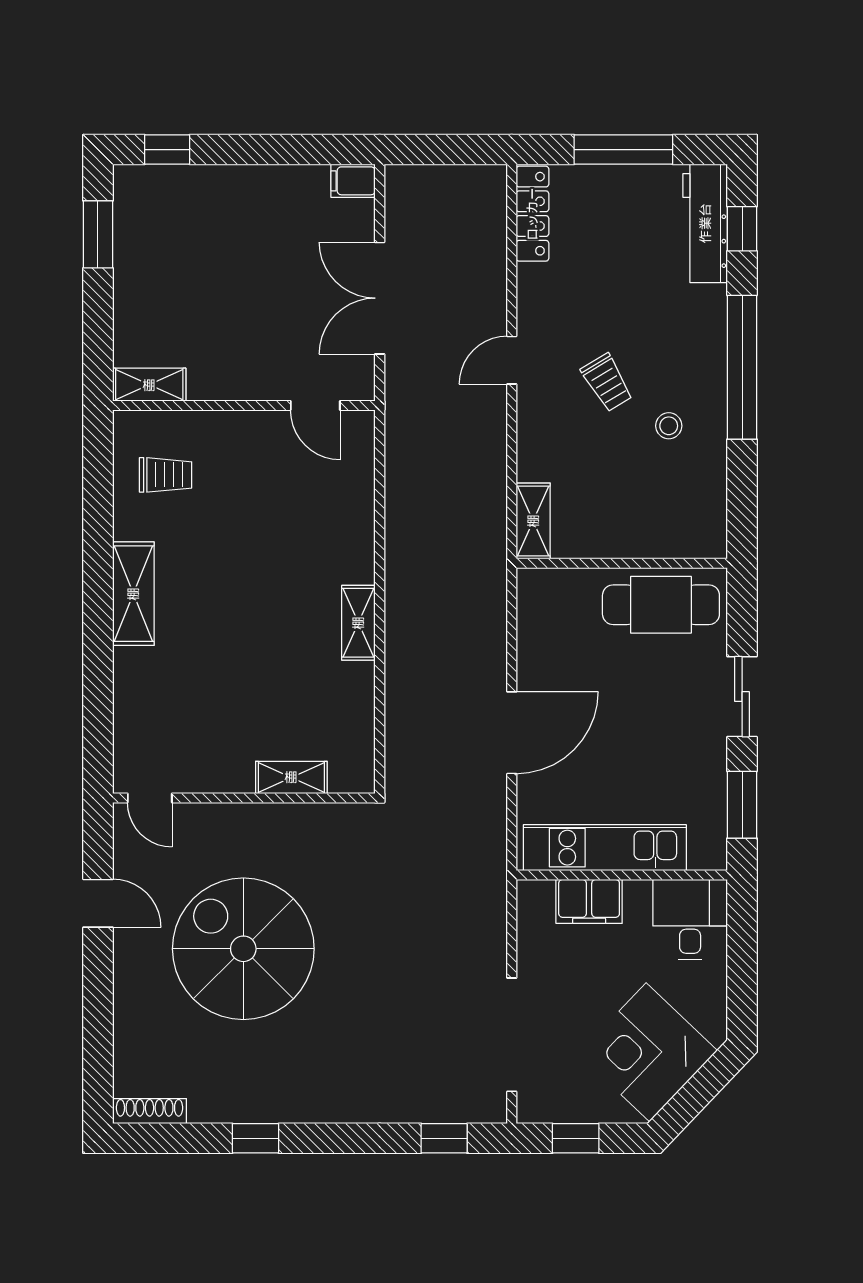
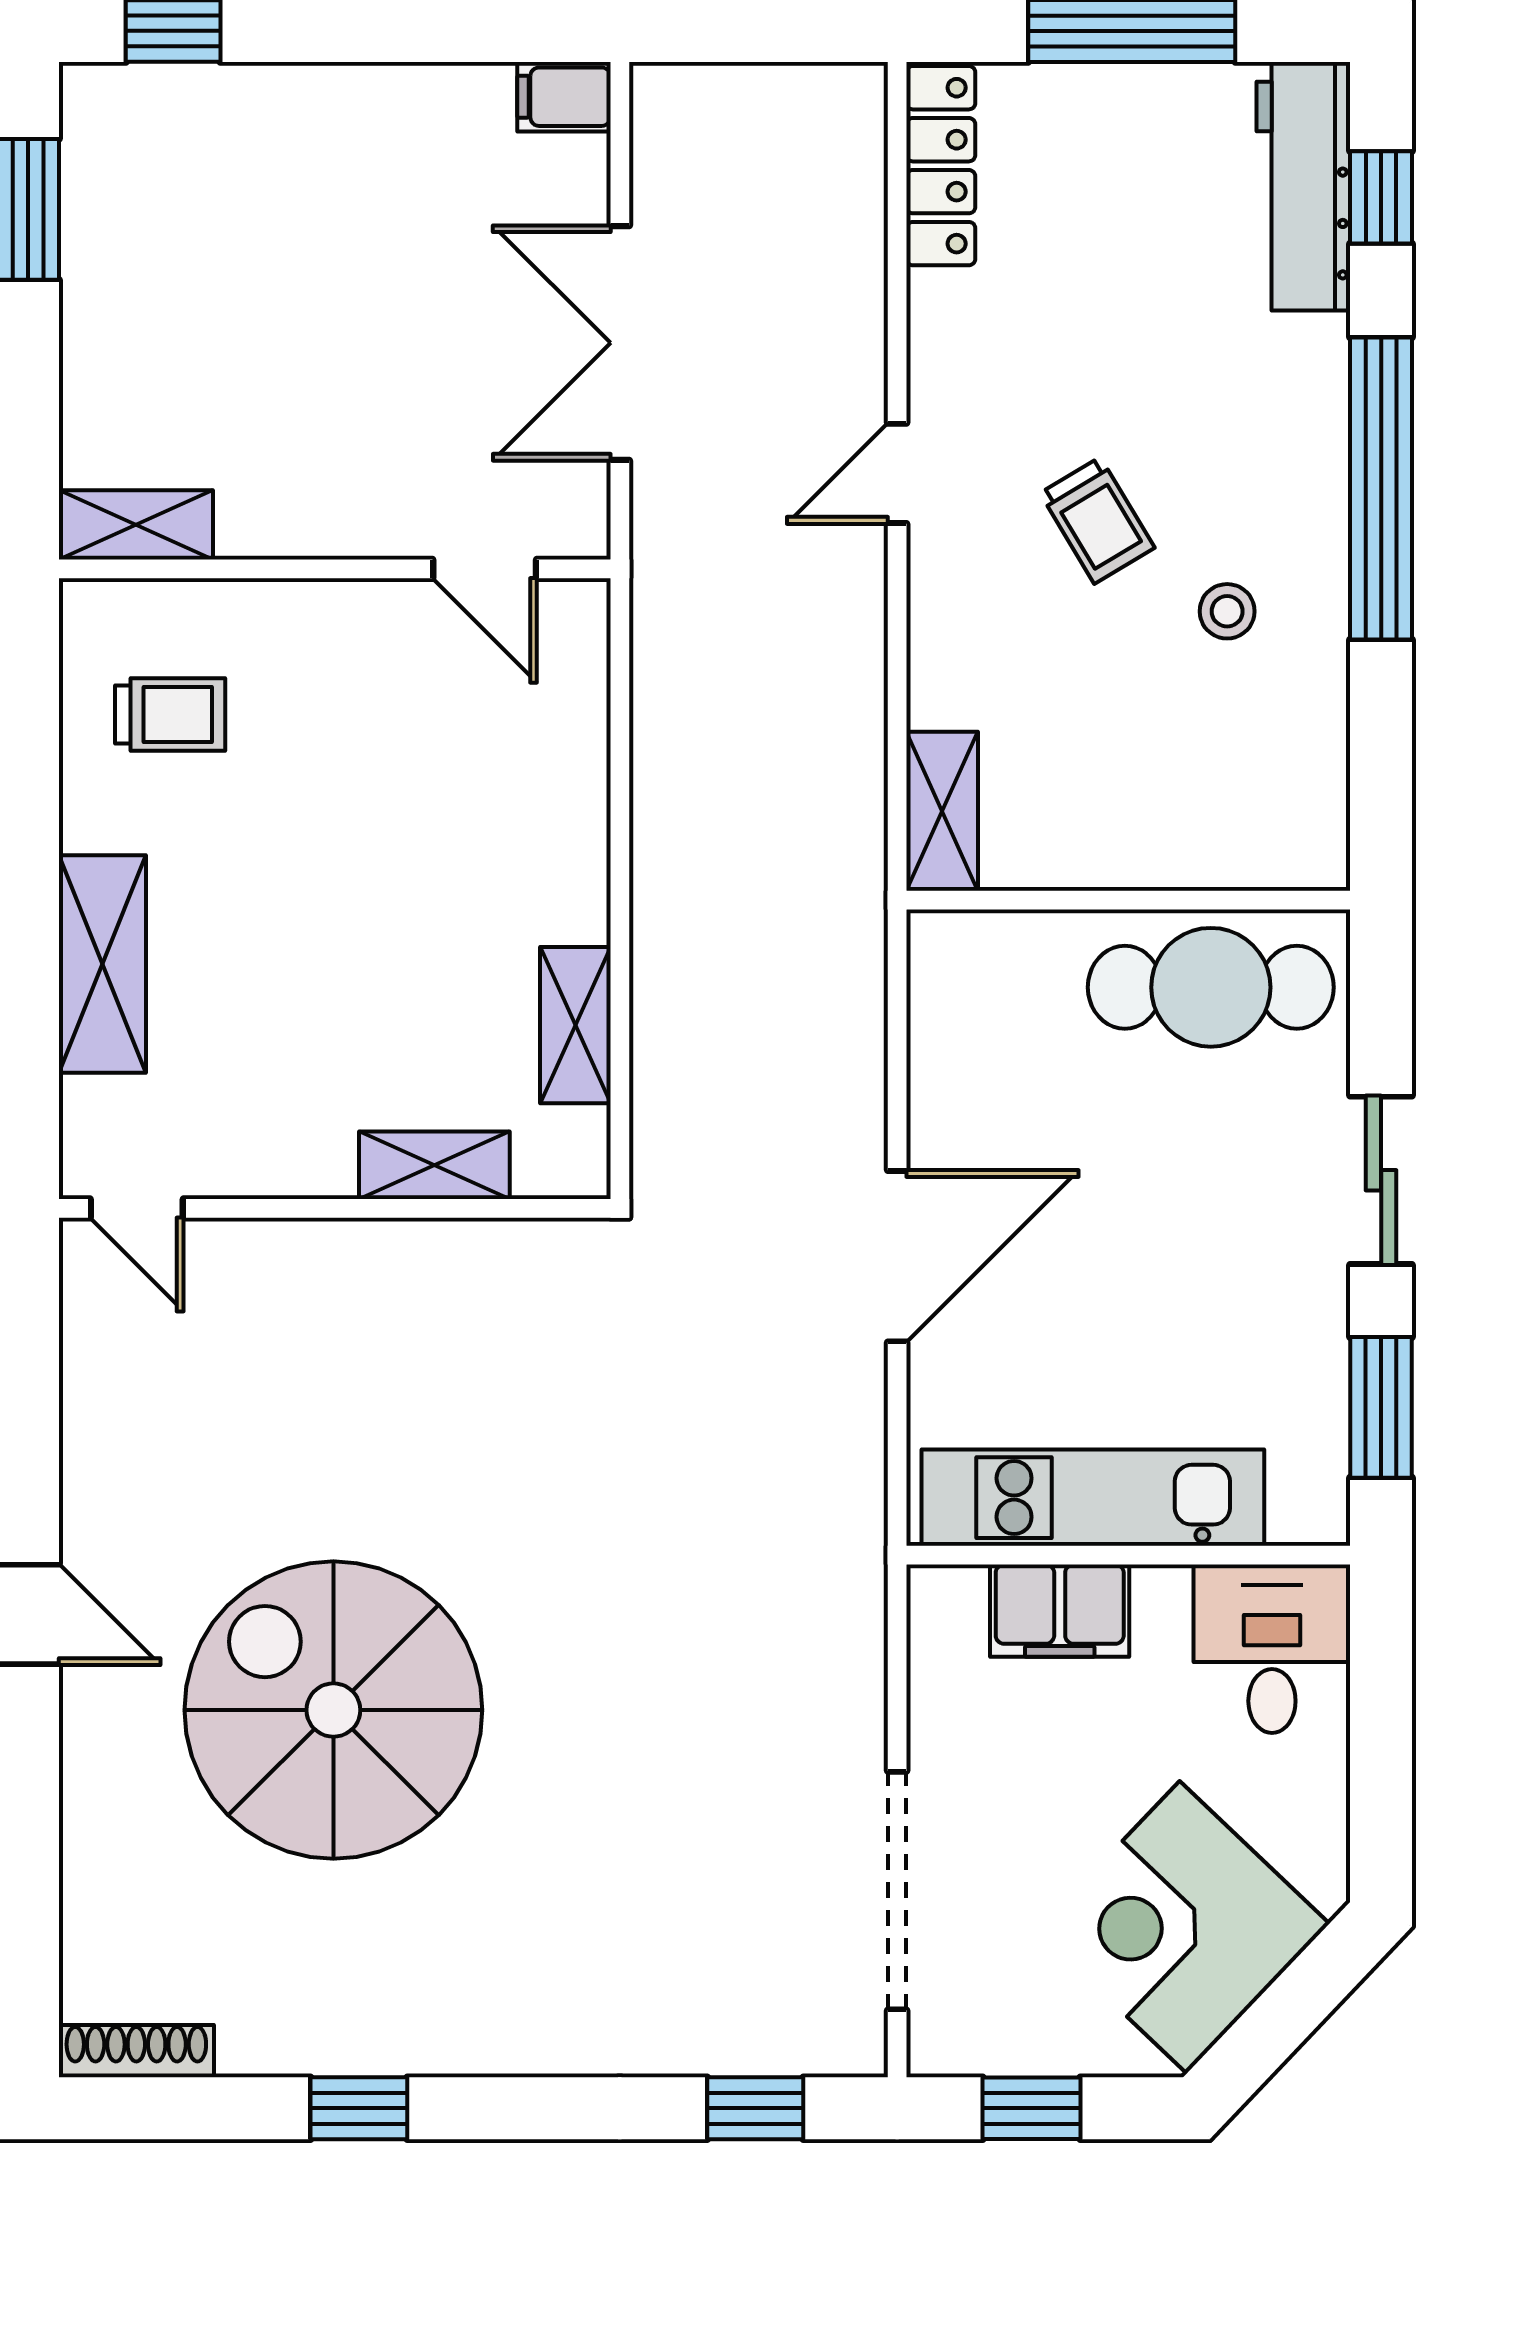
shelving: (291, 777) -> (434, 1165), moved
door: (150, 798) -> (137, 1208), moved
wall: (244, 798) -> (335, 1208), moved

